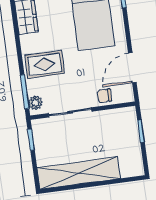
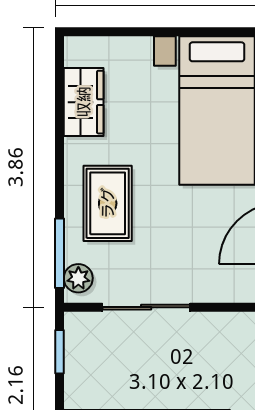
rug: (45, 64) -> (108, 203), turned 90
chair: (104, 96) -> (220, 283), removed

